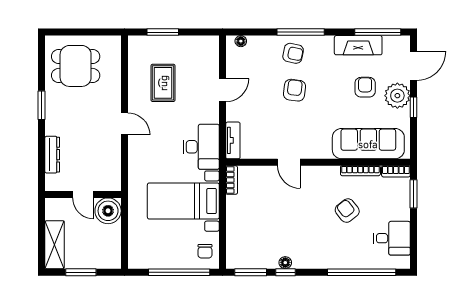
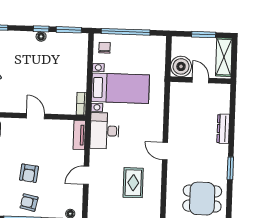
door: (83, 194) -> (200, 80), moved
wall: (83, 194) -> (200, 80), moved
boiler: (108, 211) -> (181, 66), moved

